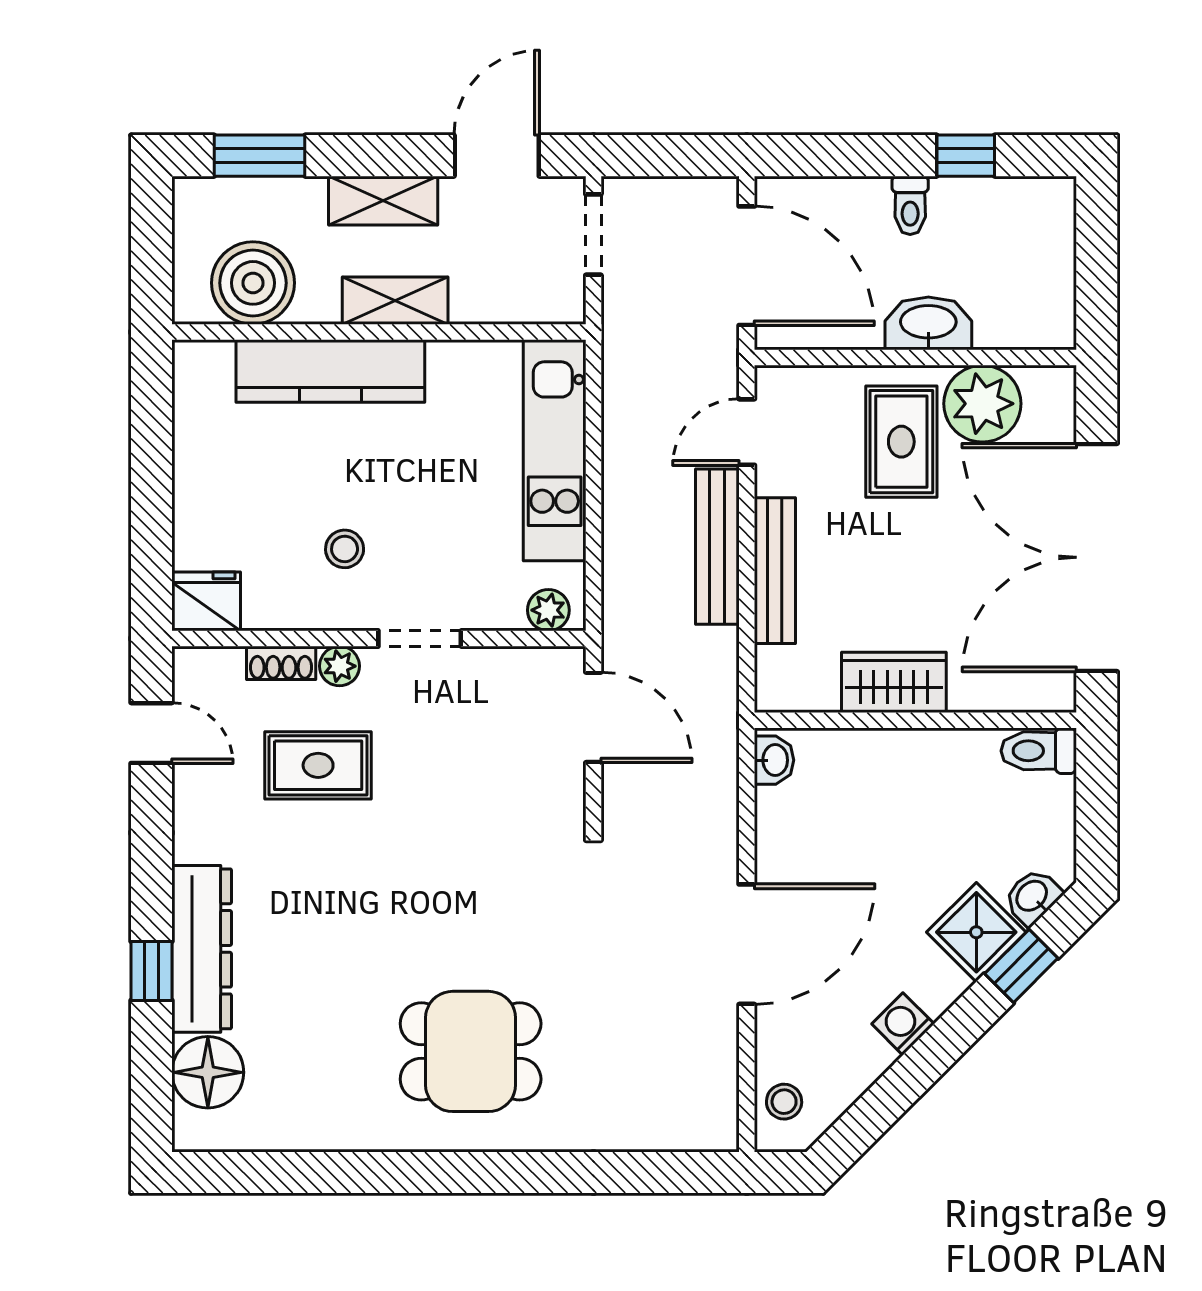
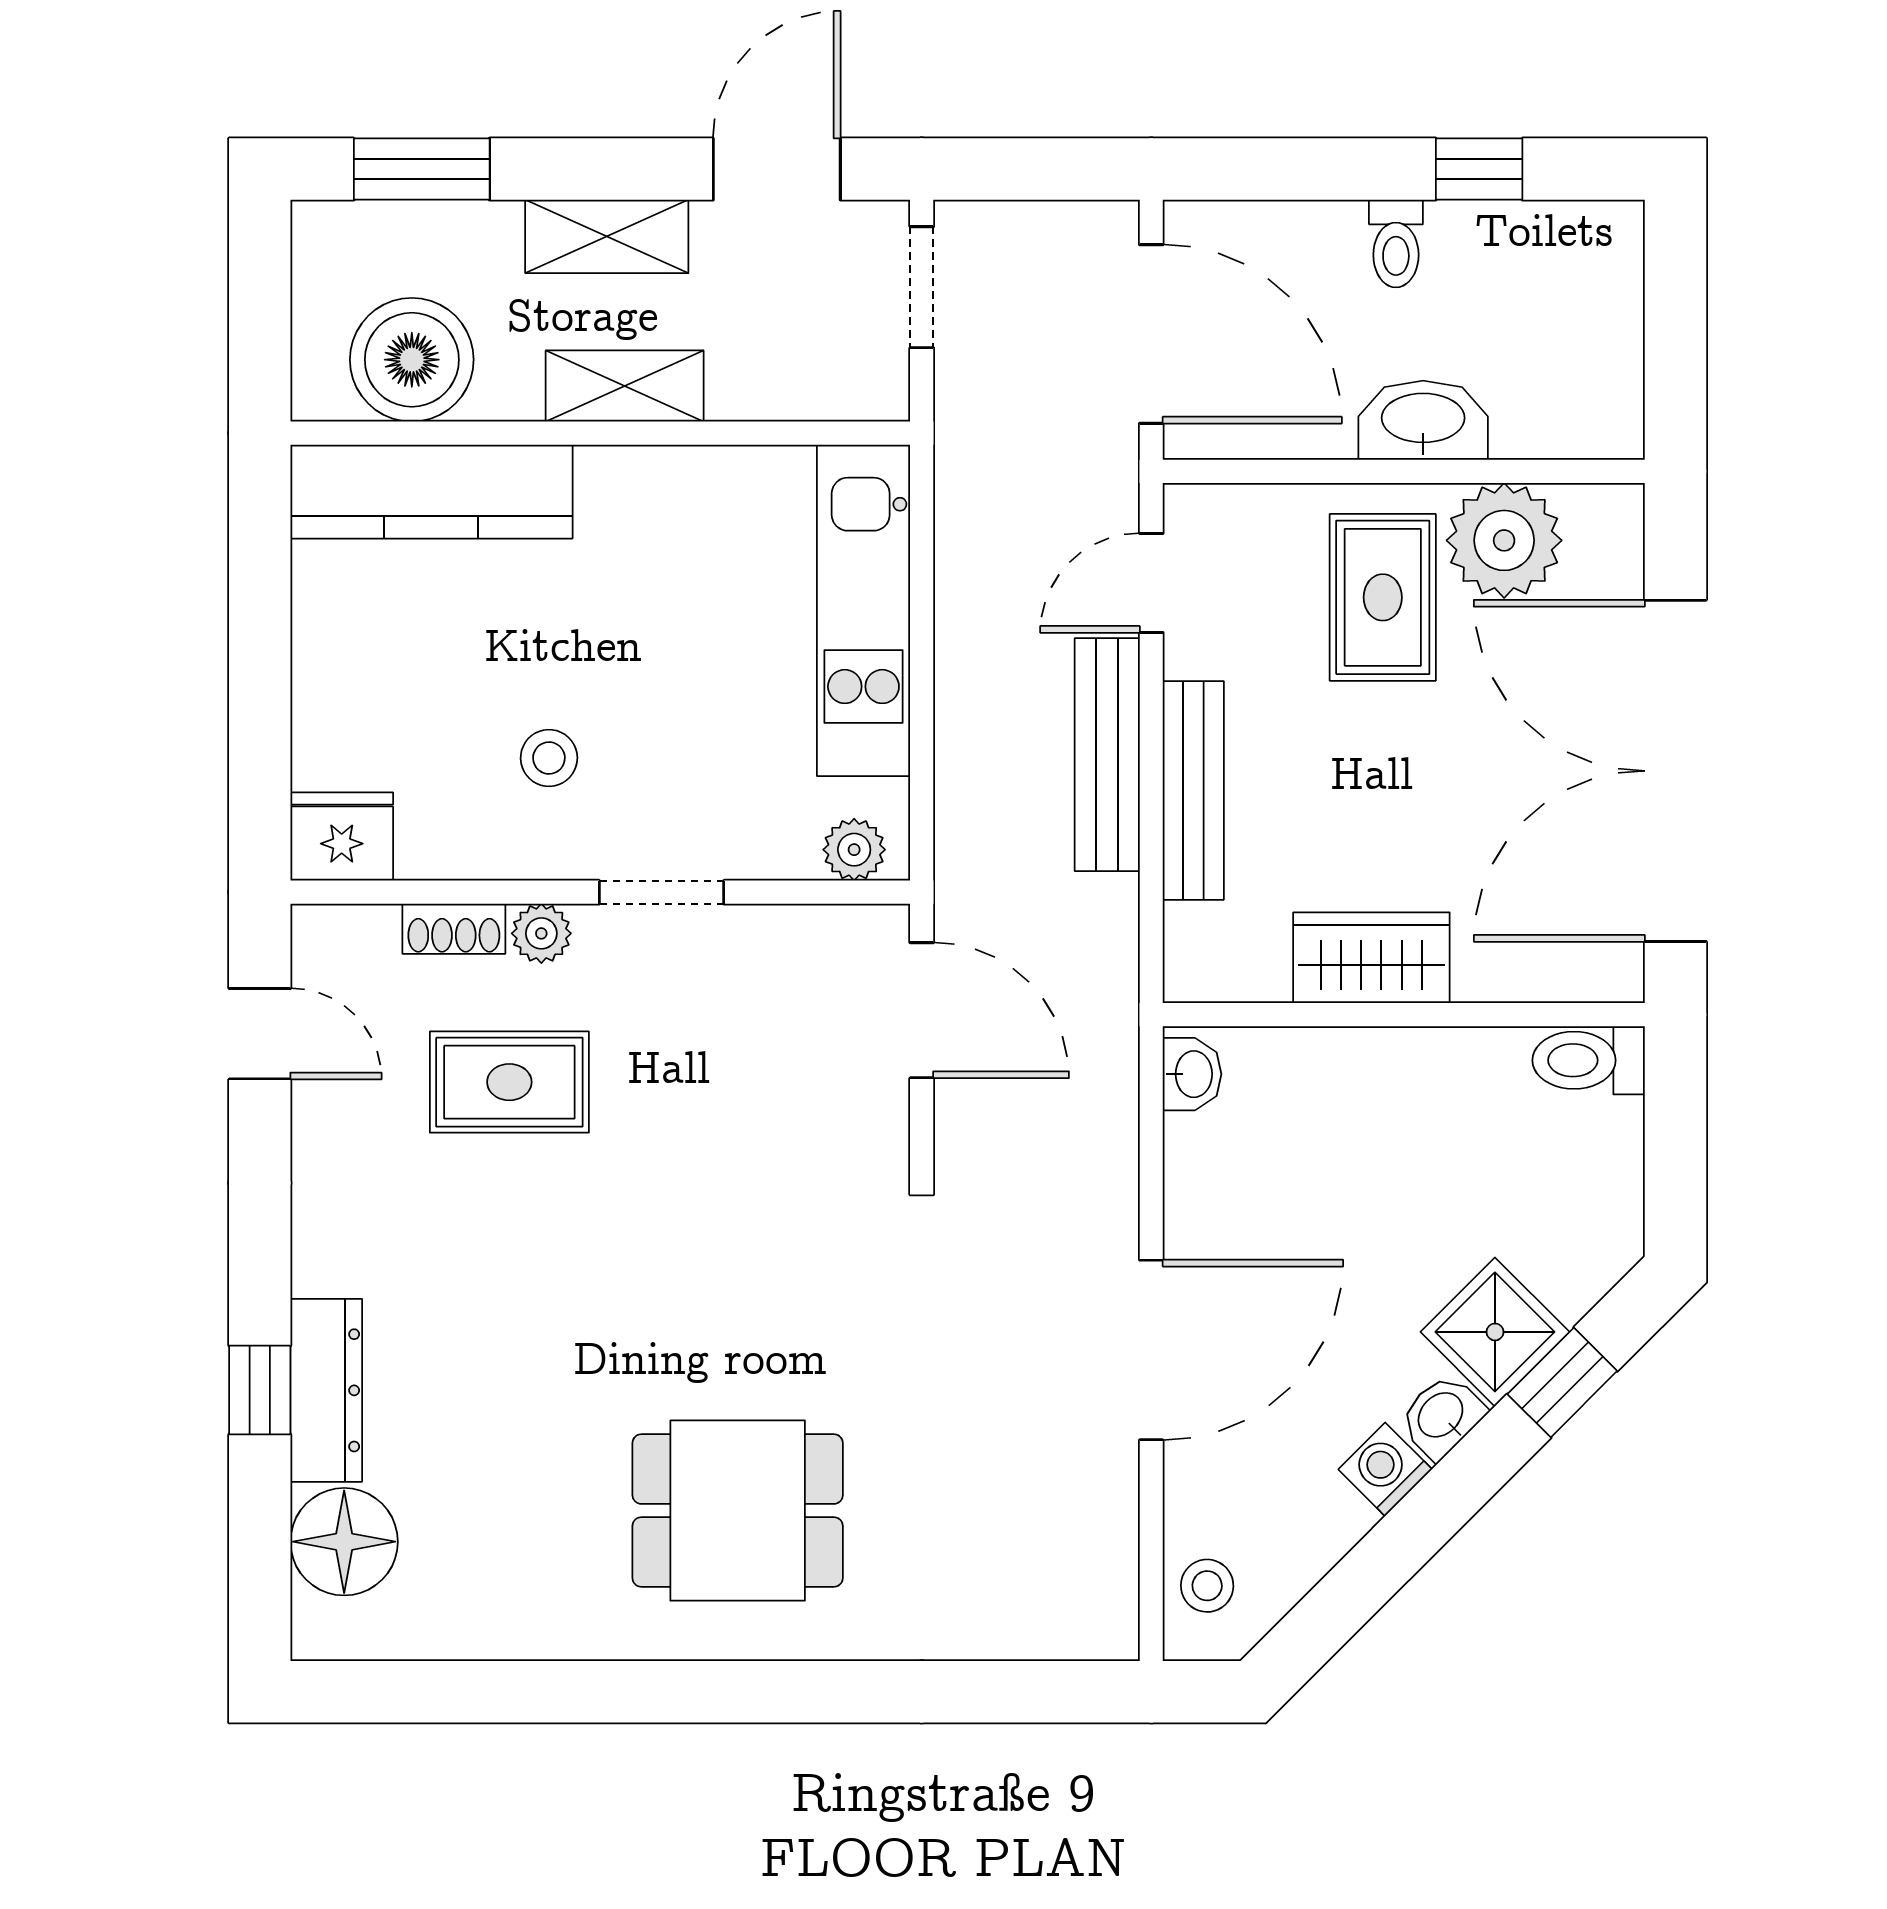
kitchen counter: (330, 371) -> (431, 492), moved
washbasin: (1032, 897) -> (1442, 1416), moved
dresser: (202, 949) -> (326, 1390), width x0.73, depth x0.80

